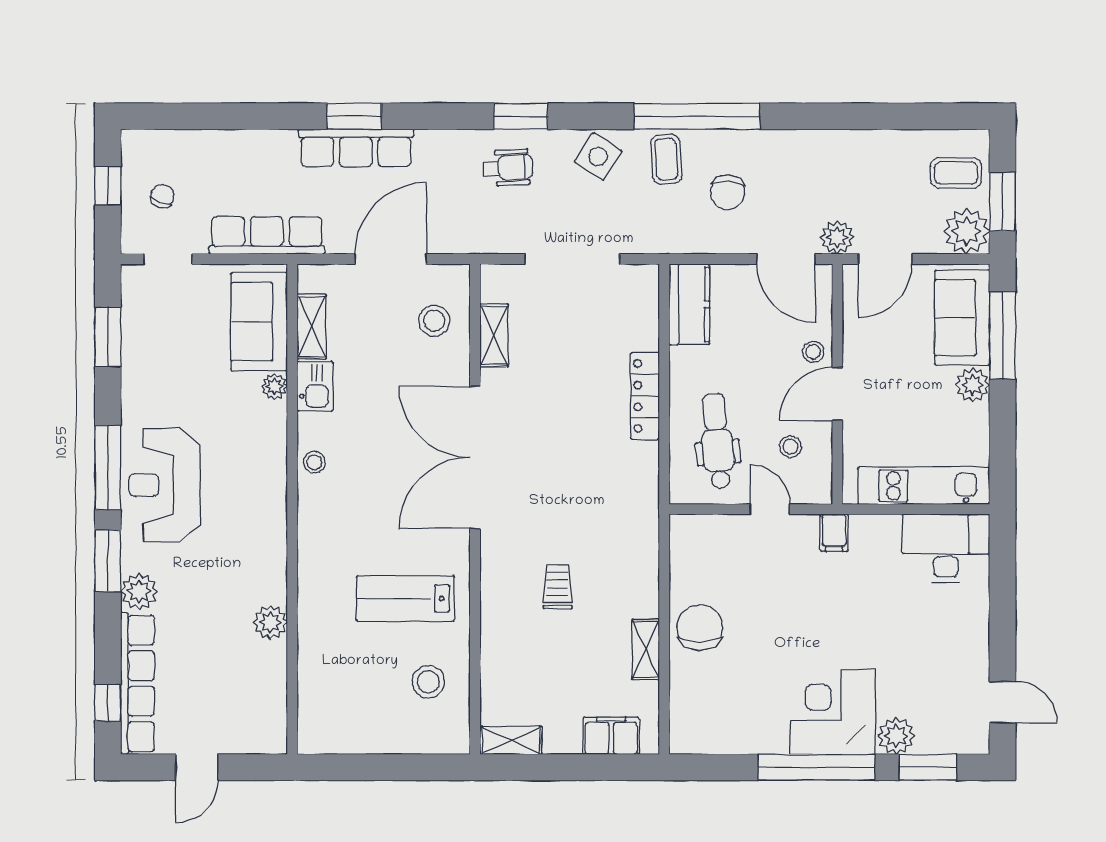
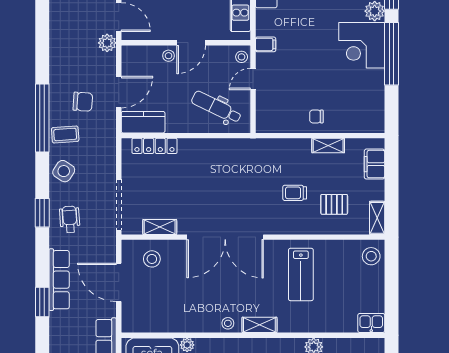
row of seats: (356, 148) -> (59, 280), moved
doorway: (572, 259) -> (119, 205), moved
door: (786, 259) -> (119, 92), moved
shelving: (312, 327) -> (259, 325), moved
kitchen sink: (315, 386) -> (371, 323), moved
door: (837, 394) -> (191, 43), hinge flipped
locker: (645, 396) -> (154, 146), moved
dental chair: (717, 441) -> (216, 107), turned 31
stool: (790, 447) -> (242, 57), moved
chair: (700, 627) -> (316, 116), width x0.54, depth x0.54
pallet: (536, 661) -> (334, 204), added
stool: (428, 682) -> (371, 256), moved

